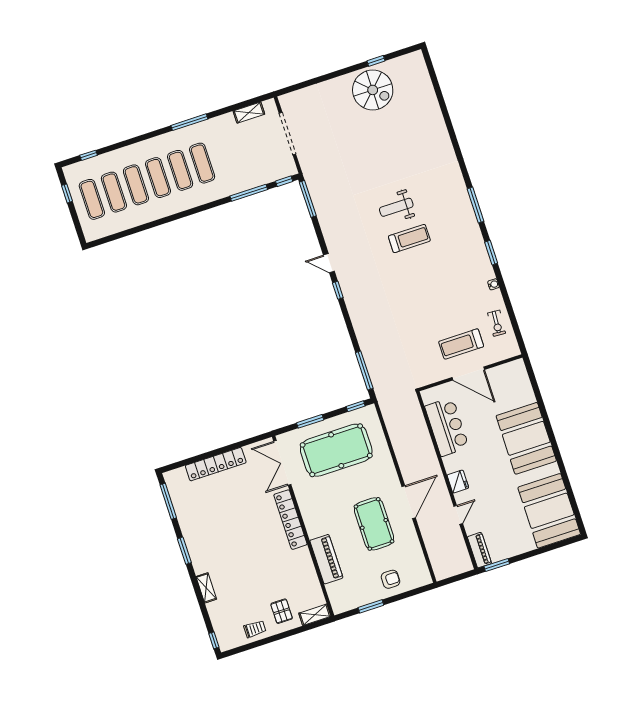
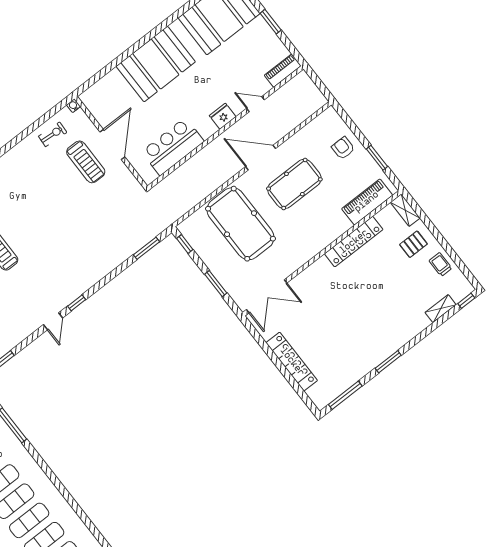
water cooler: (493, 284) -> (73, 106), moved
window: (364, 371) -> (146, 248), width x0.69
pool table: (336, 450) -> (240, 224), moved
locker: (290, 520) -> (354, 242), moved
piano: (326, 559) -> (367, 202), moved
window: (497, 565) -> (271, 22), moved
shelving: (206, 588) -> (441, 309), moved

